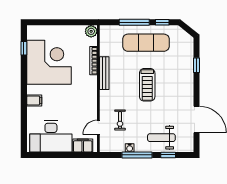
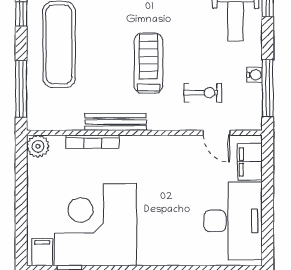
window: (134, 22) -> (21, 89), moved
treadmill: (147, 85) -> (148, 63), moved, turned -90
filing cabinet: (34, 100) -> (42, 252), moved
window: (137, 155) -> (268, 88), moved

